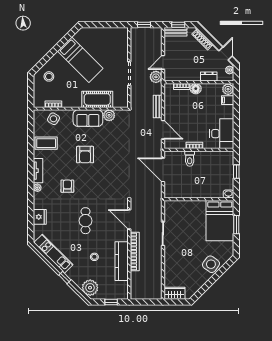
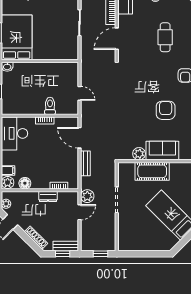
dresser: (209, 77) -> (48, 197), moved
floor lamp: (196, 89) -> (25, 183), moved
door: (163, 170) -> (80, 93), width x0.53
door: (129, 219) -> (117, 39), swing flipped

